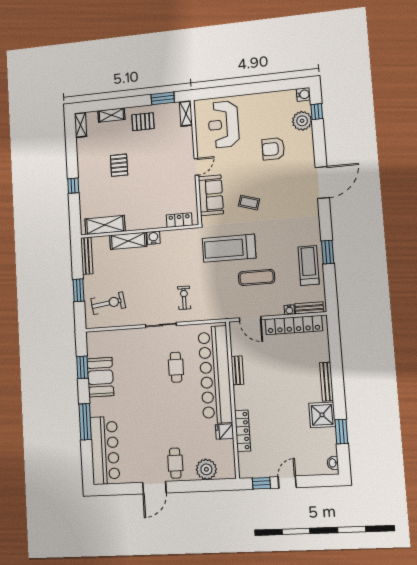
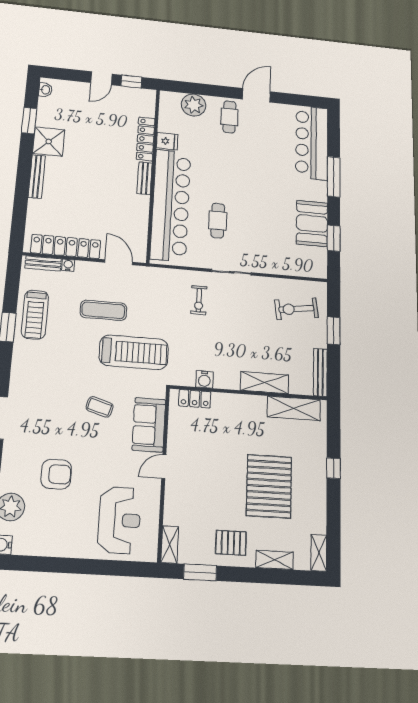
pallet: (119, 165) -> (269, 486), width x2.05, depth x2.00
water cooler: (153, 238) -> (204, 379), moved
bench: (237, 370) -> (145, 178), moved

